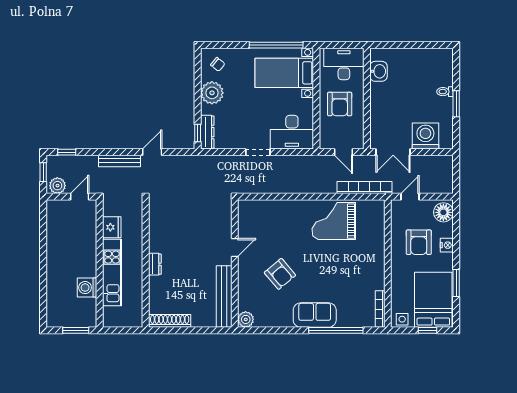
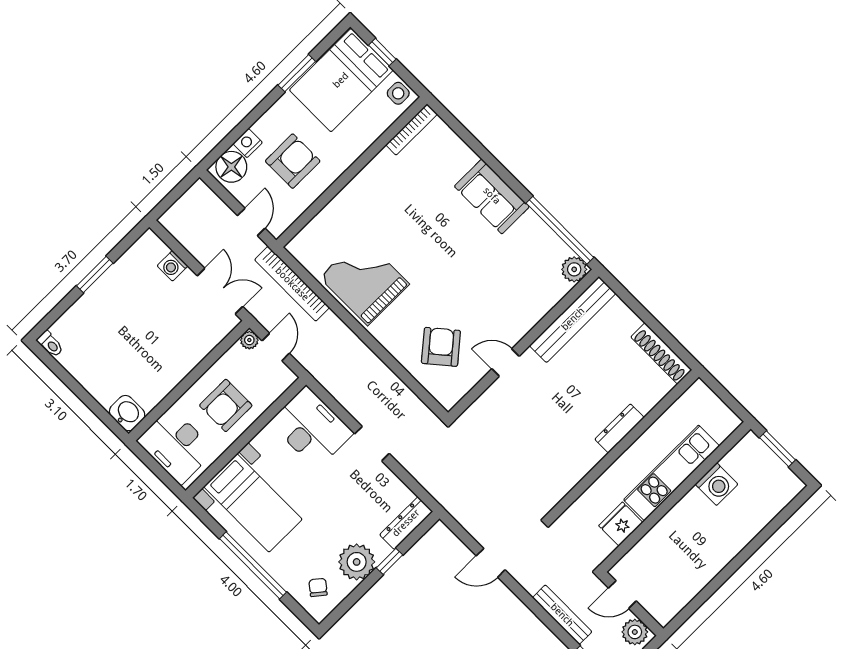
window: (276, 45) -> (253, 565), moved
washbasin: (378, 71) -> (127, 413), moved, turned 90
toilet: (445, 92) -> (50, 344), moved
armchair: (340, 104) -> (226, 405), turned 180
window: (198, 133) -> (390, 561), moved
washing machine: (425, 136) -> (172, 266), width x0.53, depth x0.53
plant: (358, 144) -> (249, 340), added
bench: (119, 161) -> (562, 615), moved
door: (410, 197) -> (251, 222), swing flipped
grand piano: (334, 221) -> (364, 281), turned 180
nightstand: (447, 245) -> (248, 143), moved
dresser: (155, 264) -> (619, 428), width x1.44
armchair: (280, 274) -> (441, 347), moved
window: (336, 330) -> (560, 230), moved

